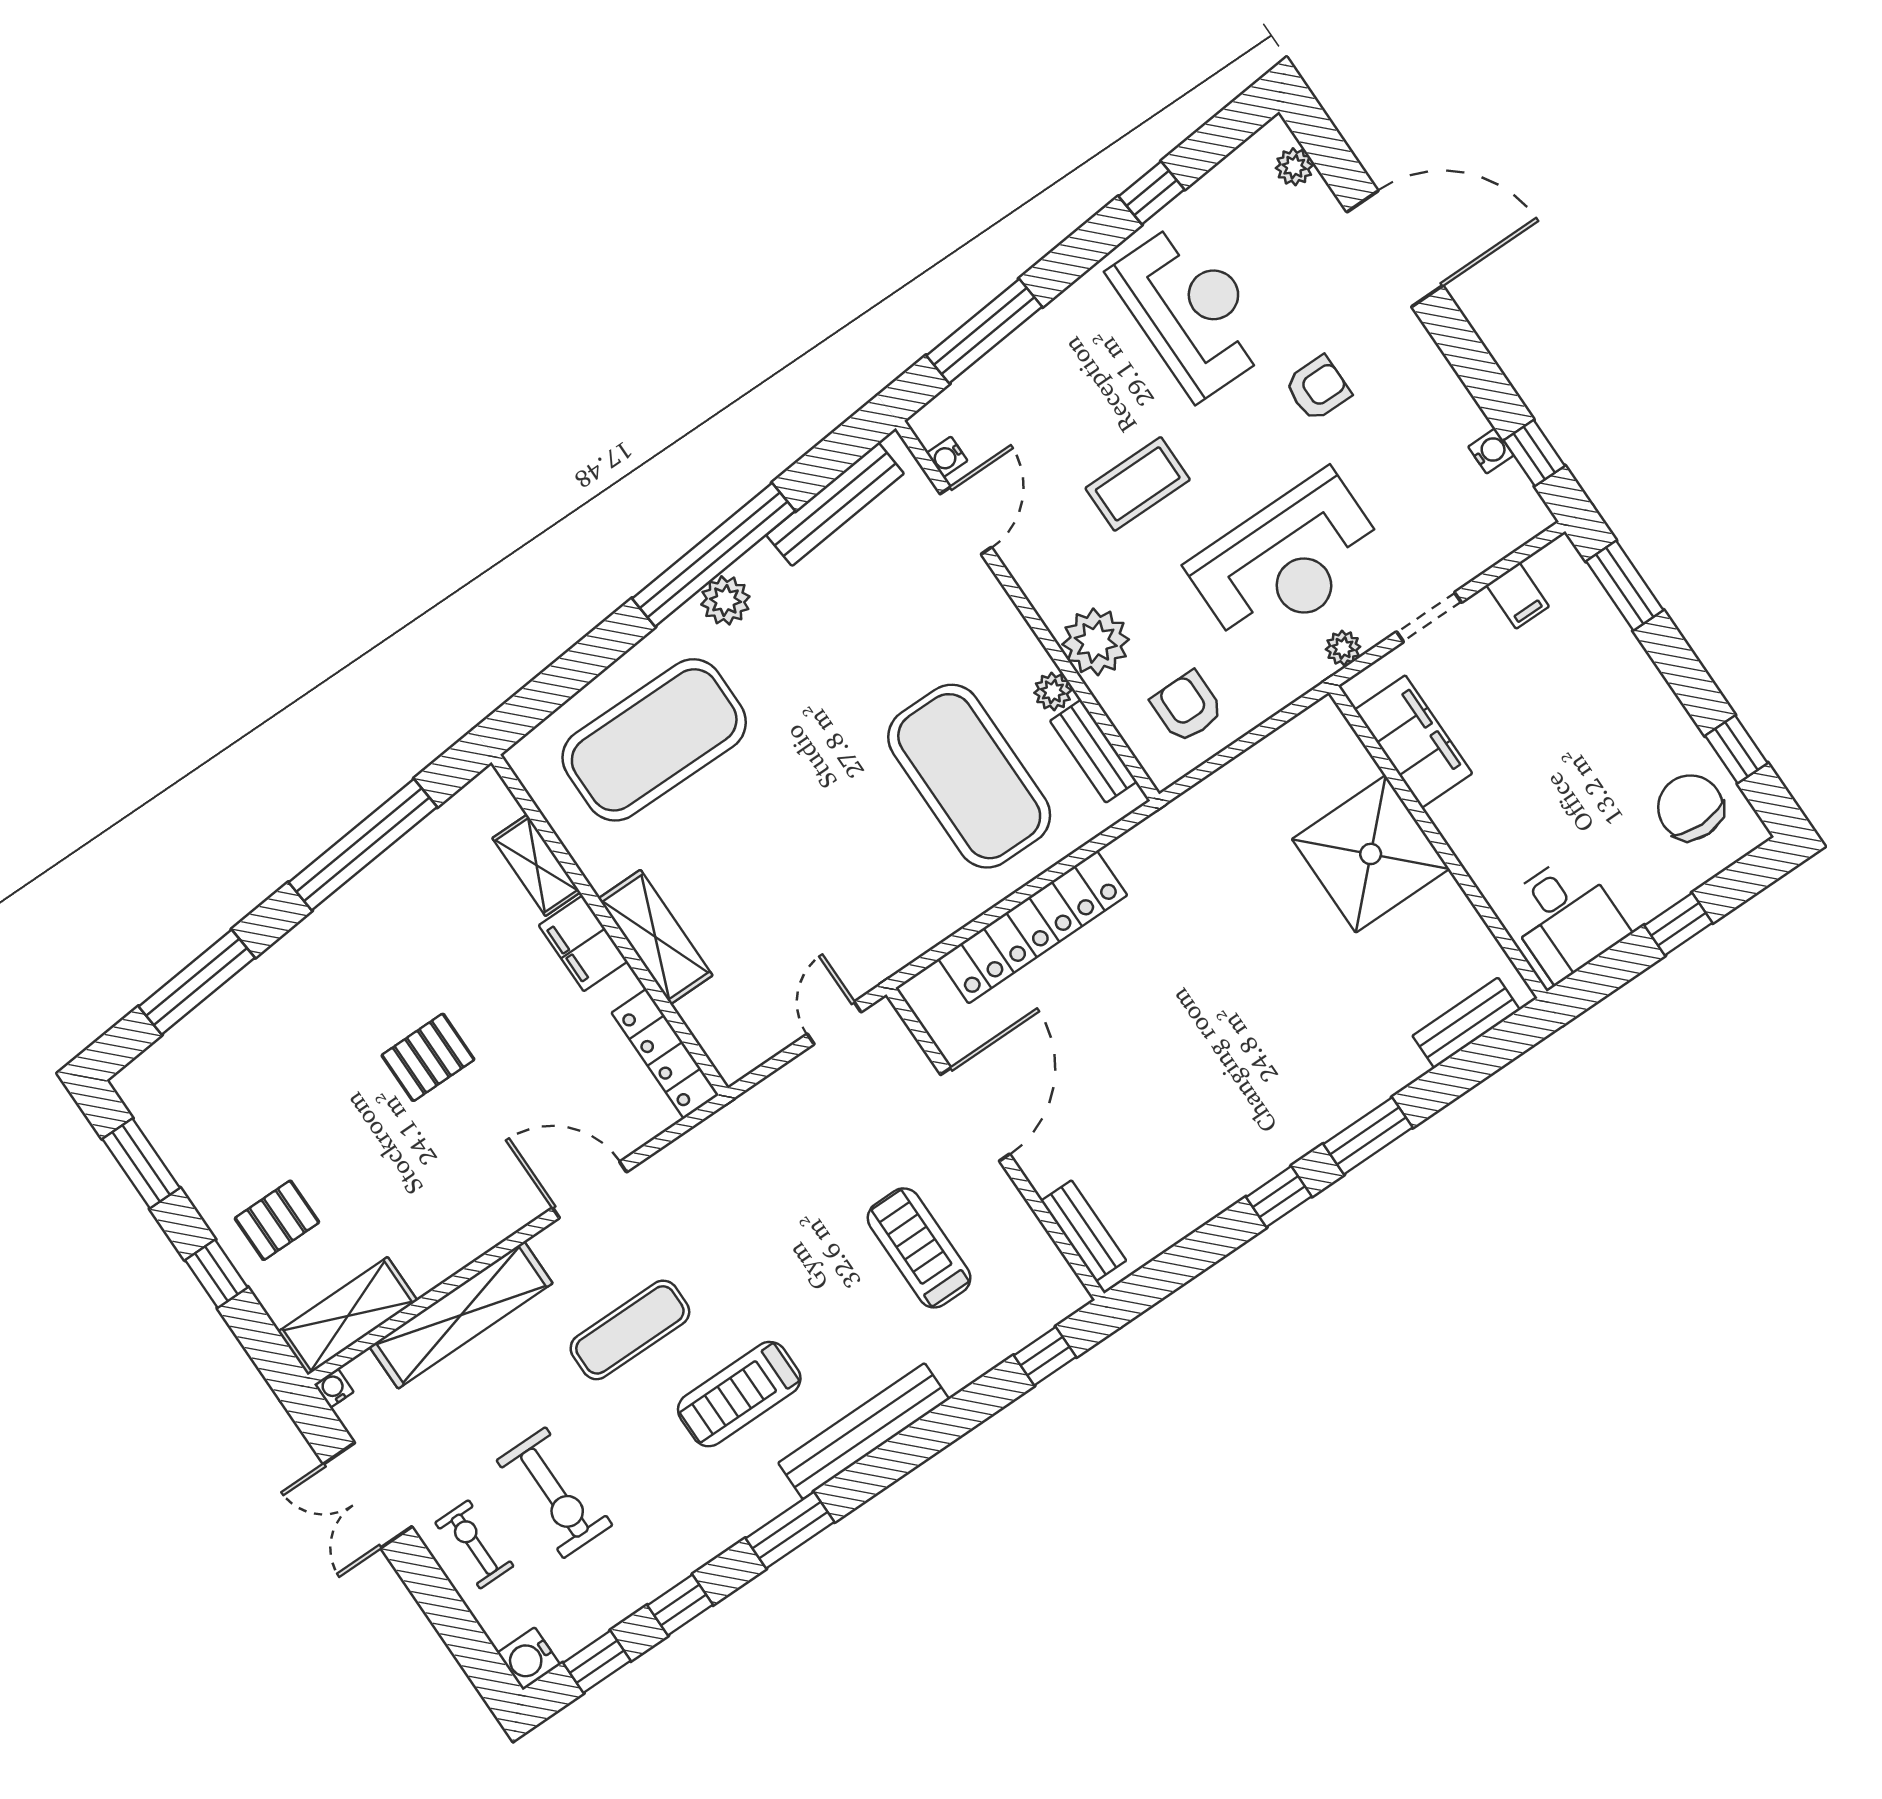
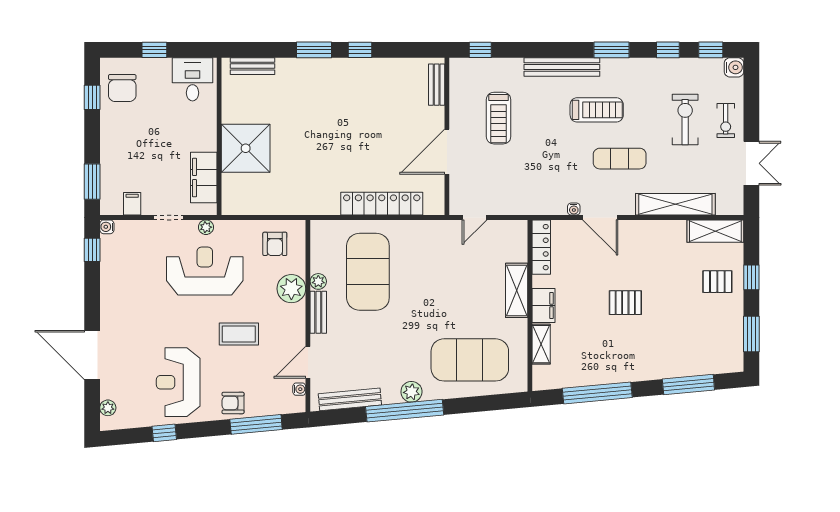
armchair: (1318, 388) -> (233, 403), moved
water cooler: (1491, 451) -> (107, 227), moved
bench: (1094, 751) -> (318, 312), moved
water cooler: (334, 1388) -> (574, 209), moved

